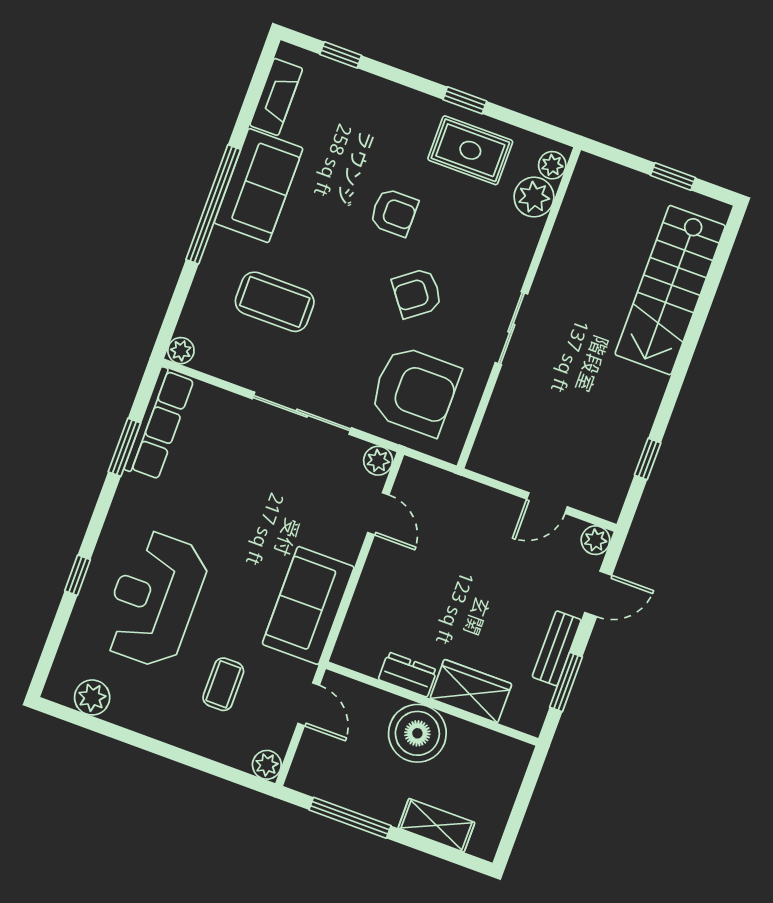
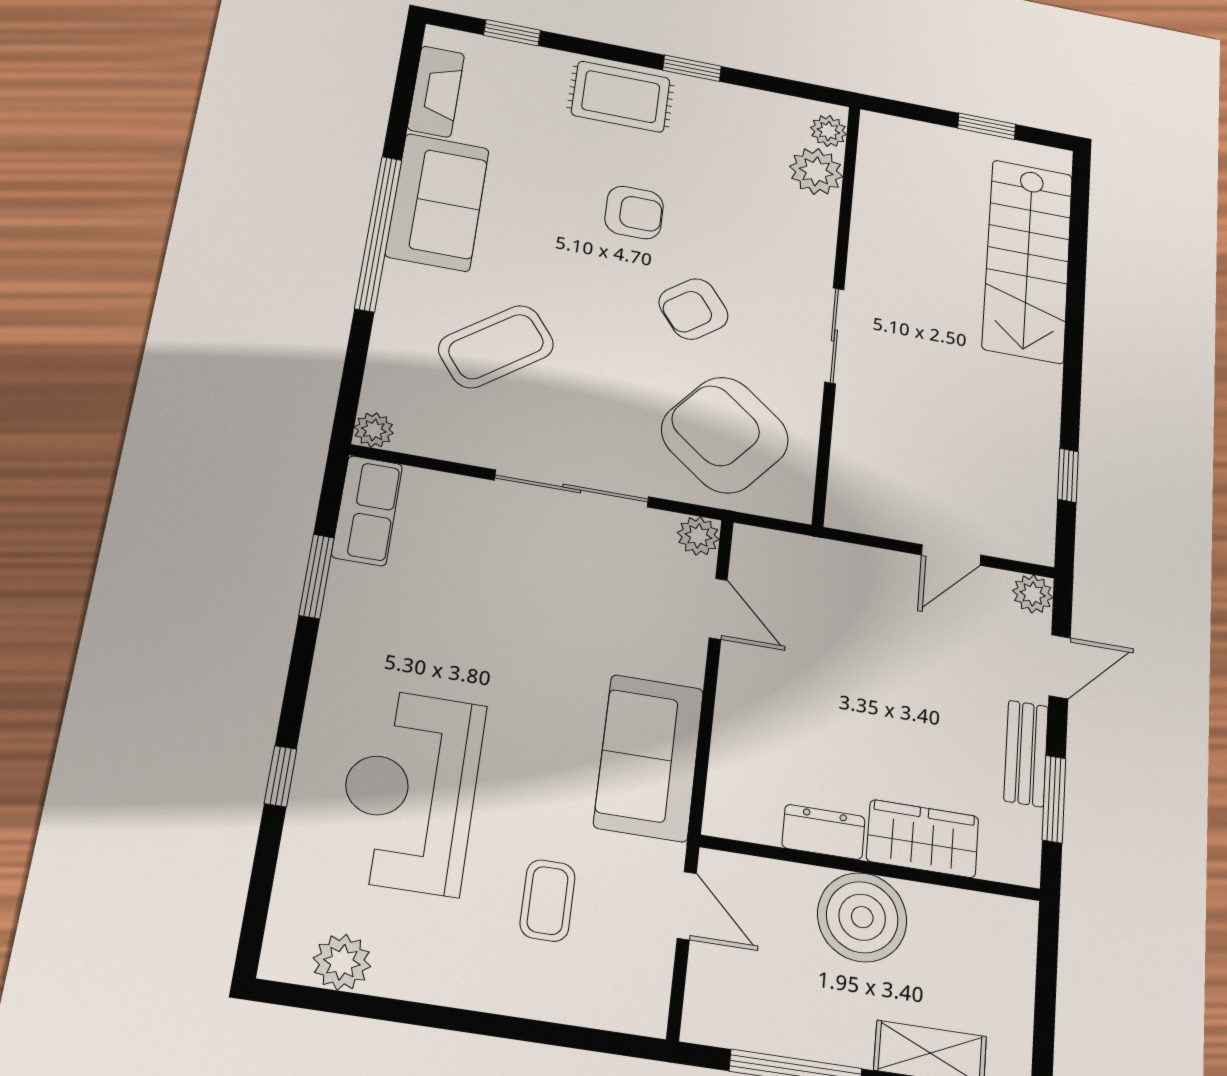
rug: (470, 150) -> (621, 97), moved
coffee table: (275, 302) -> (496, 347), turned -37
armchair: (415, 391) -> (725, 435), turned -141
row of seats: (159, 424) -> (367, 511), width x0.68
plant: (267, 765) -> (645, 1013), removed

